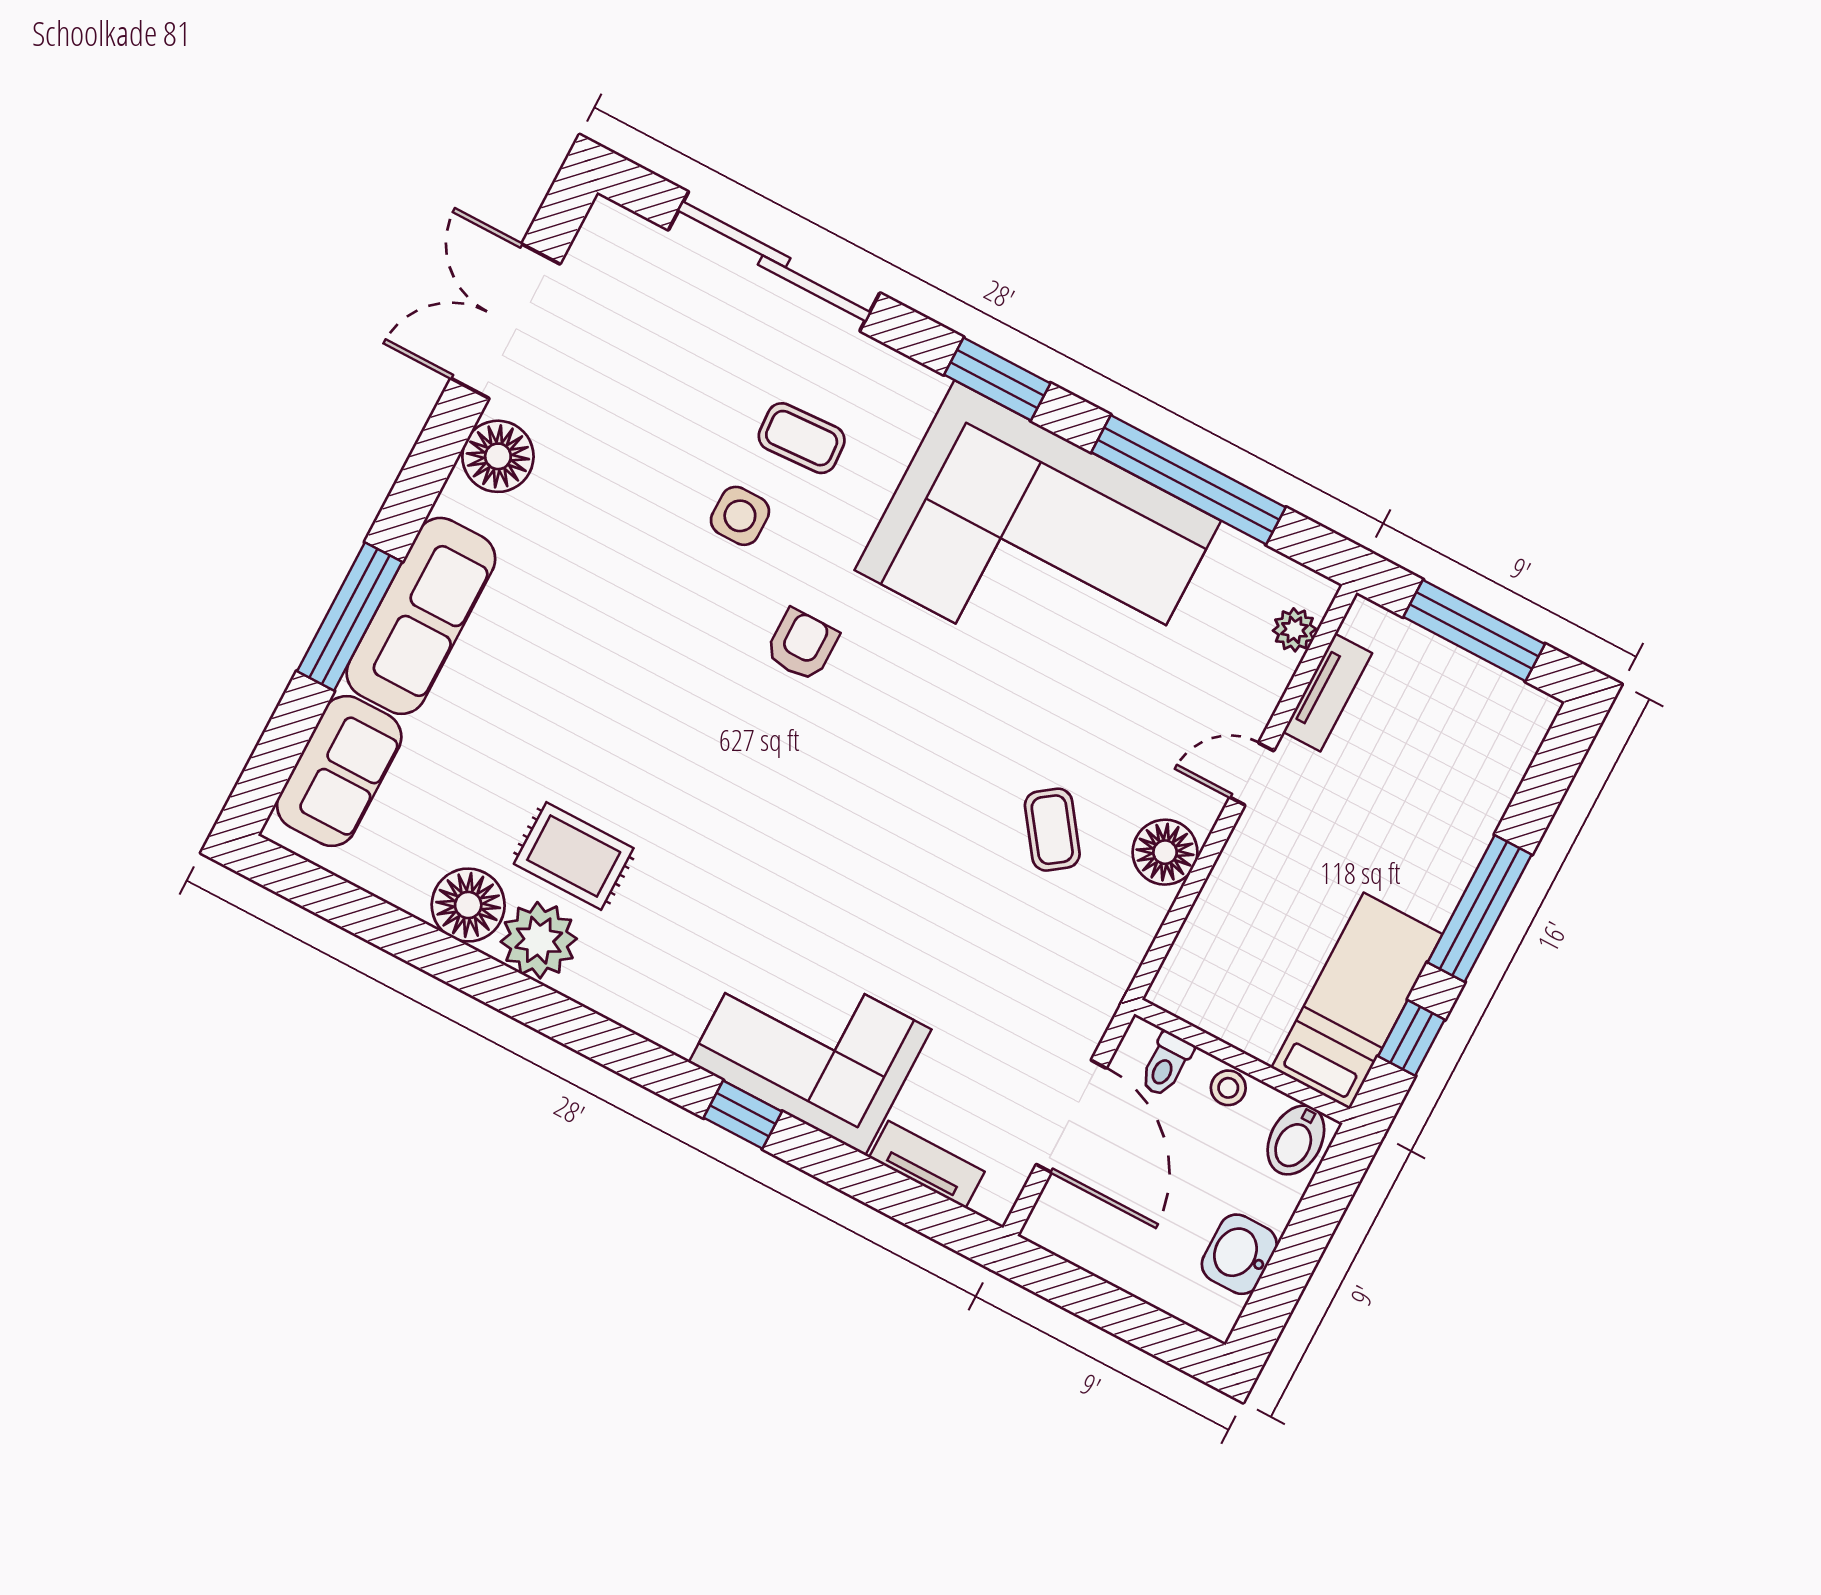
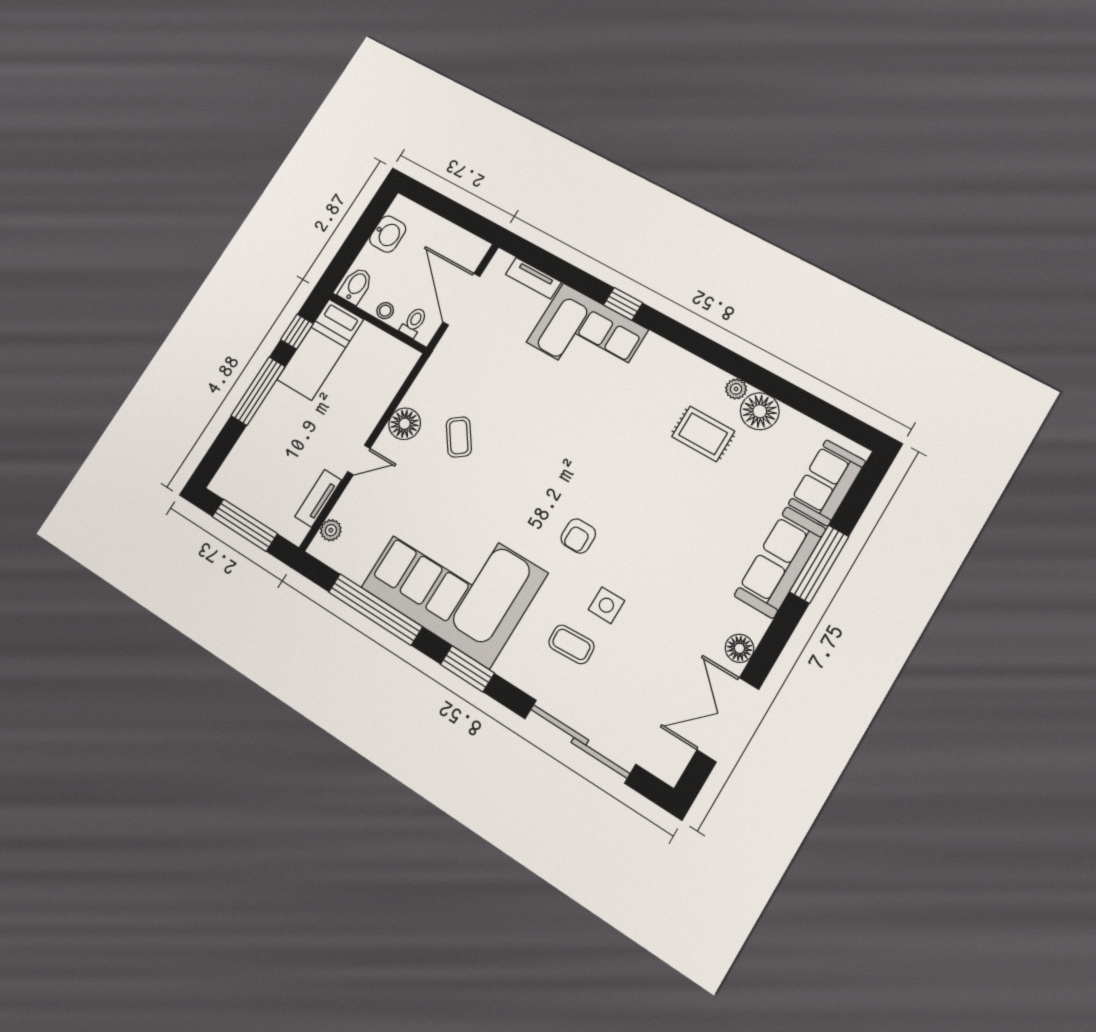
double door: (505, 321) -> (728, 720), swing flipped
floor lamp: (498, 456) -> (739, 648), width x0.73, depth x0.73
plant: (539, 940) -> (736, 389), width x0.53, depth x0.53

